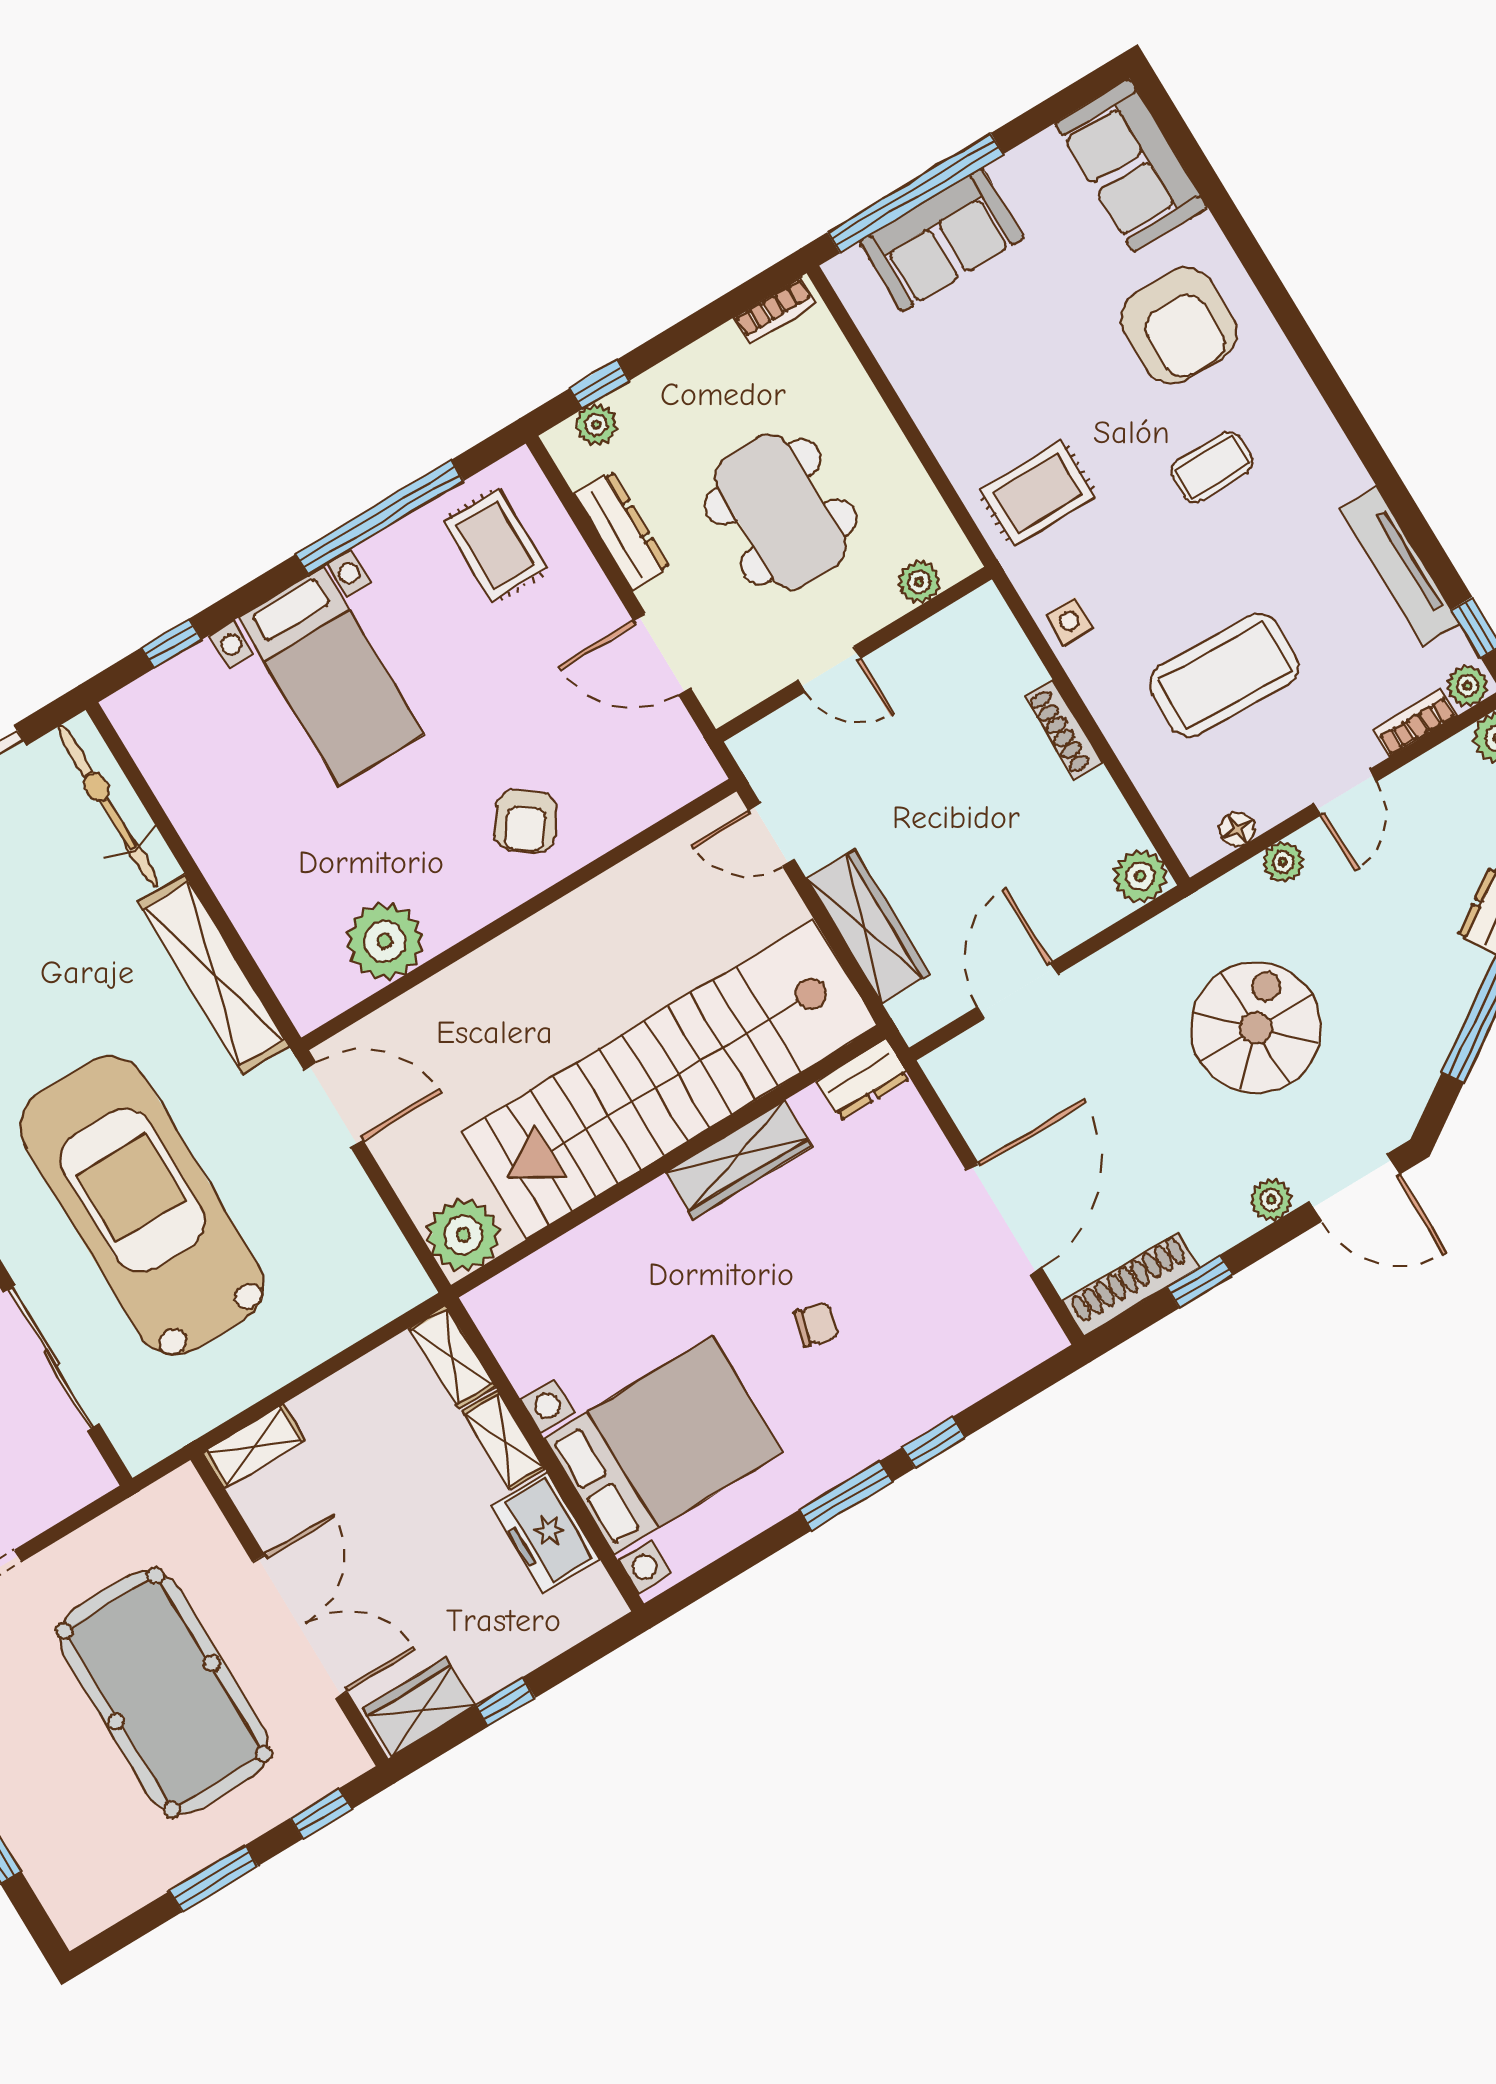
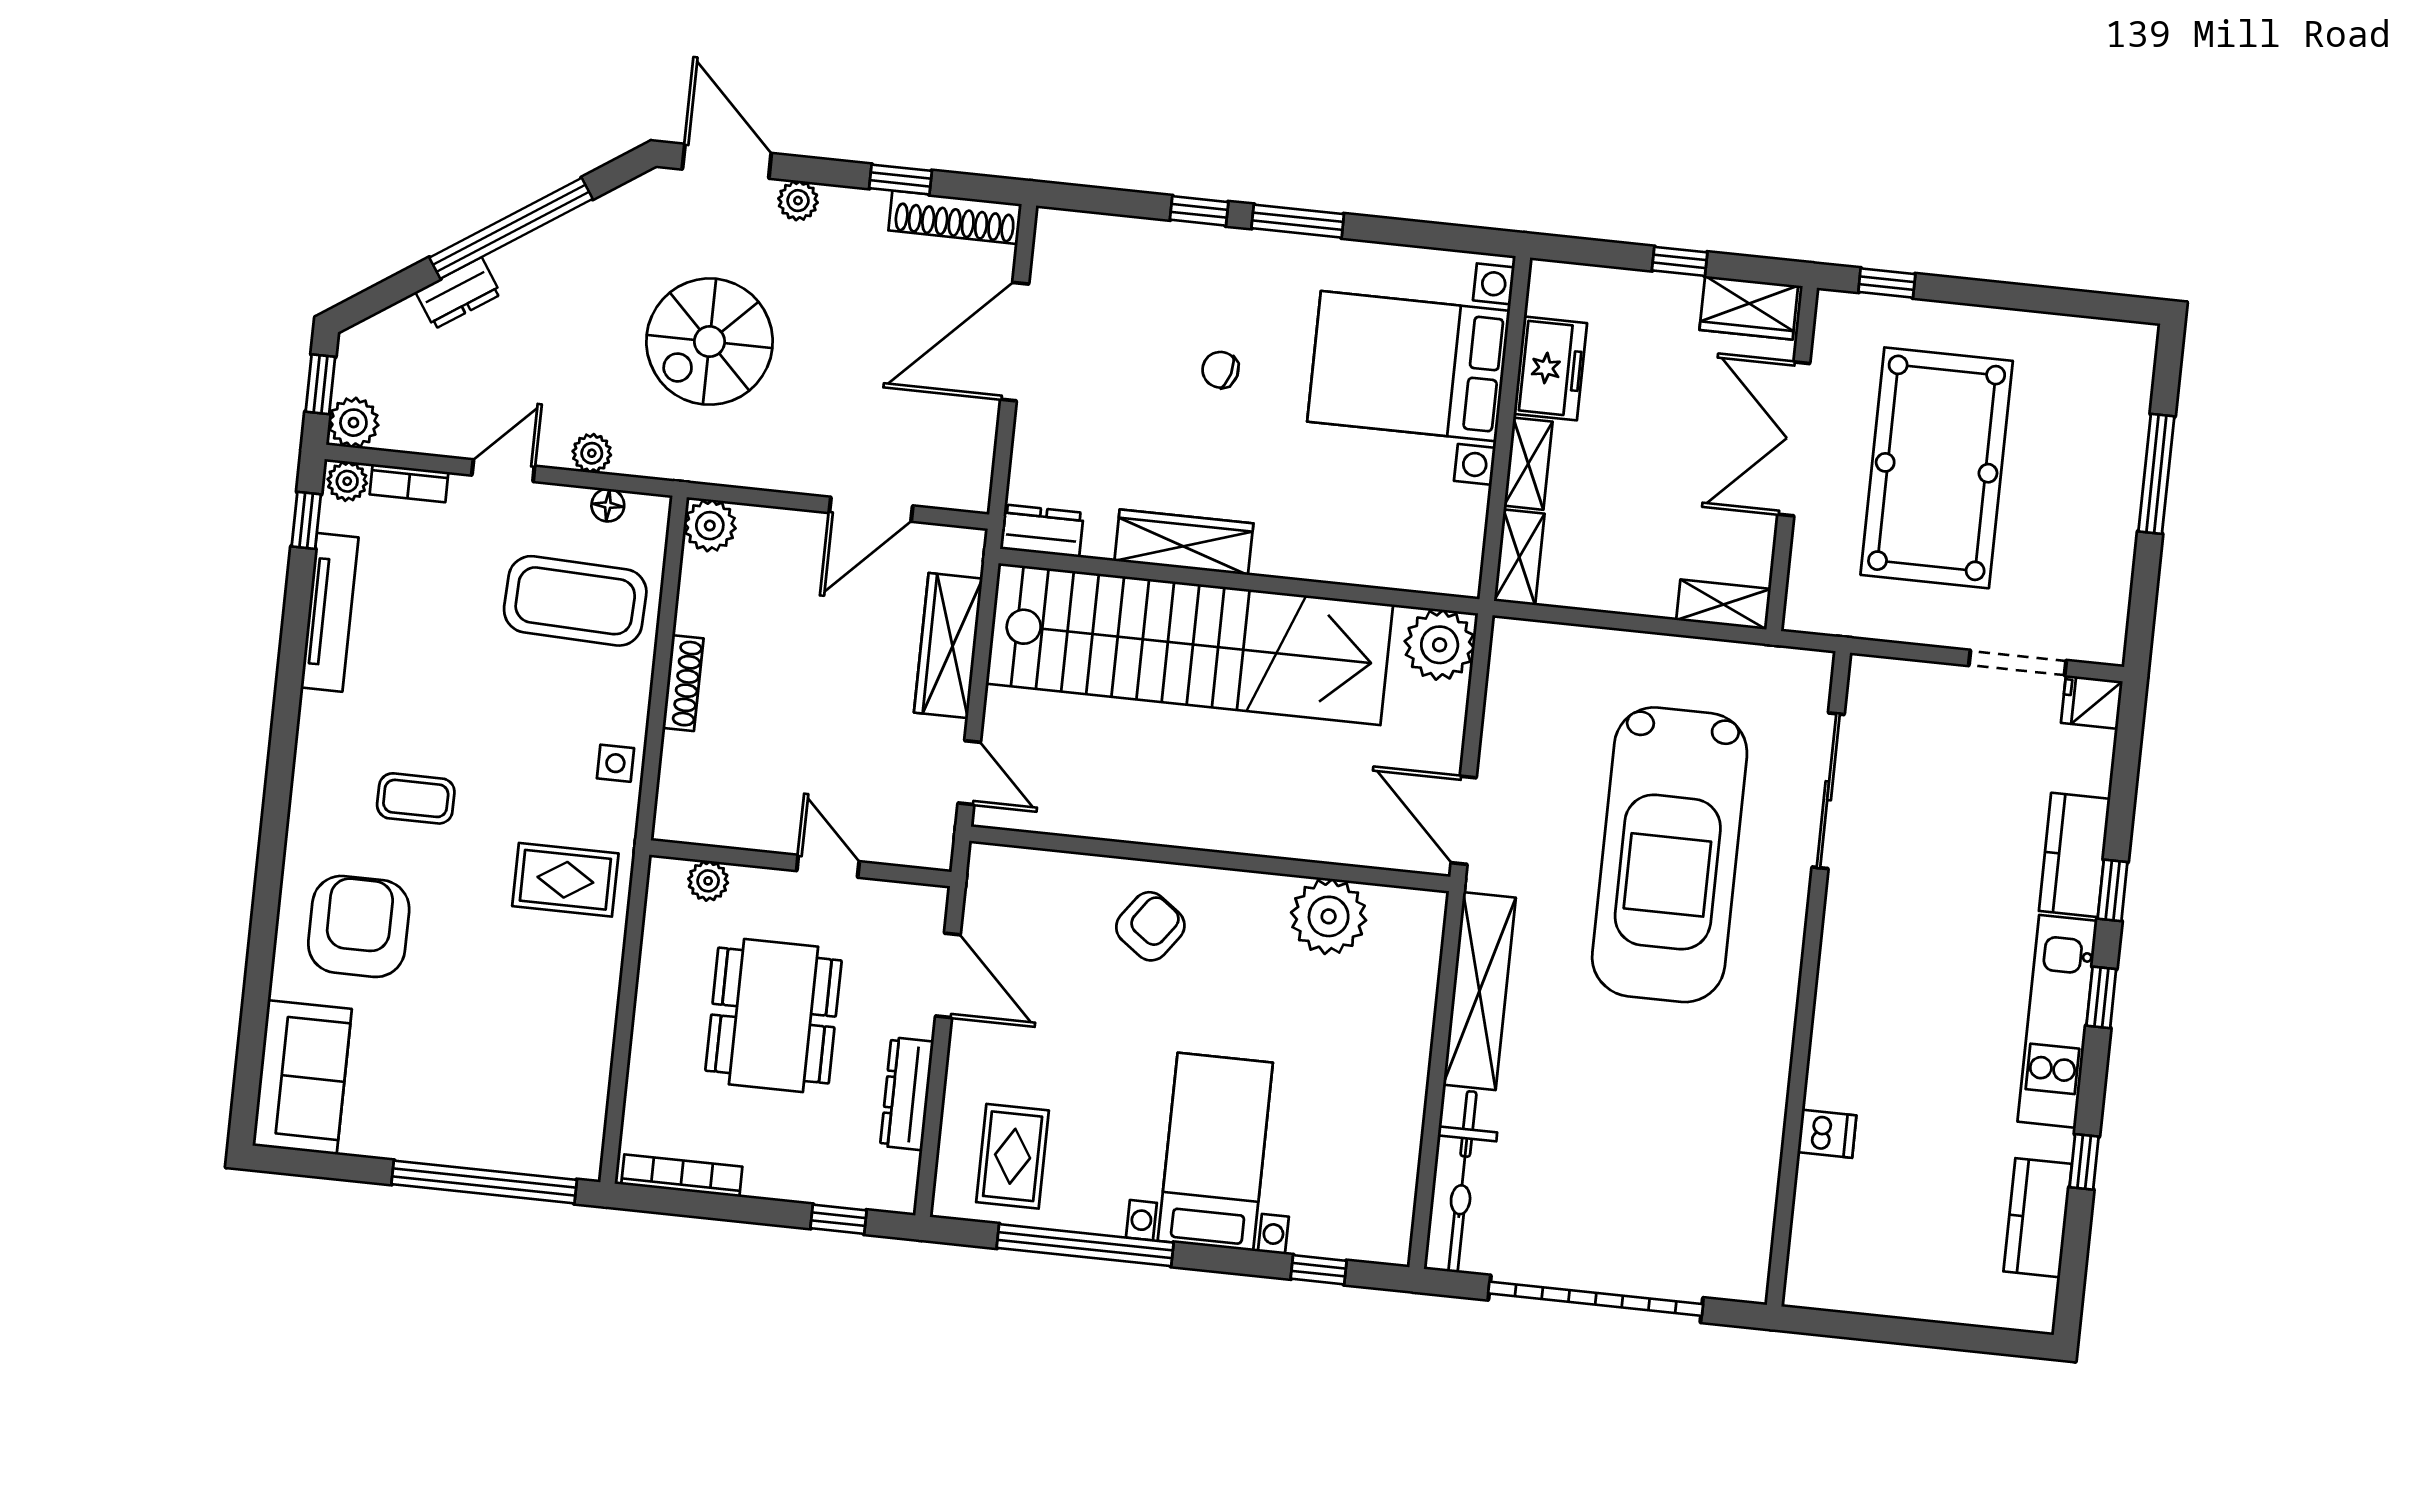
sofa: (942, 240) -> (491, 1131), removed
bookcase: (775, 311) -> (682, 1176), width x1.56
plant: (596, 425) -> (864, 1190), removed
coffee table: (1224, 675) -> (575, 601), moved
window: (214, 1878) -> (2007, 296), removed

